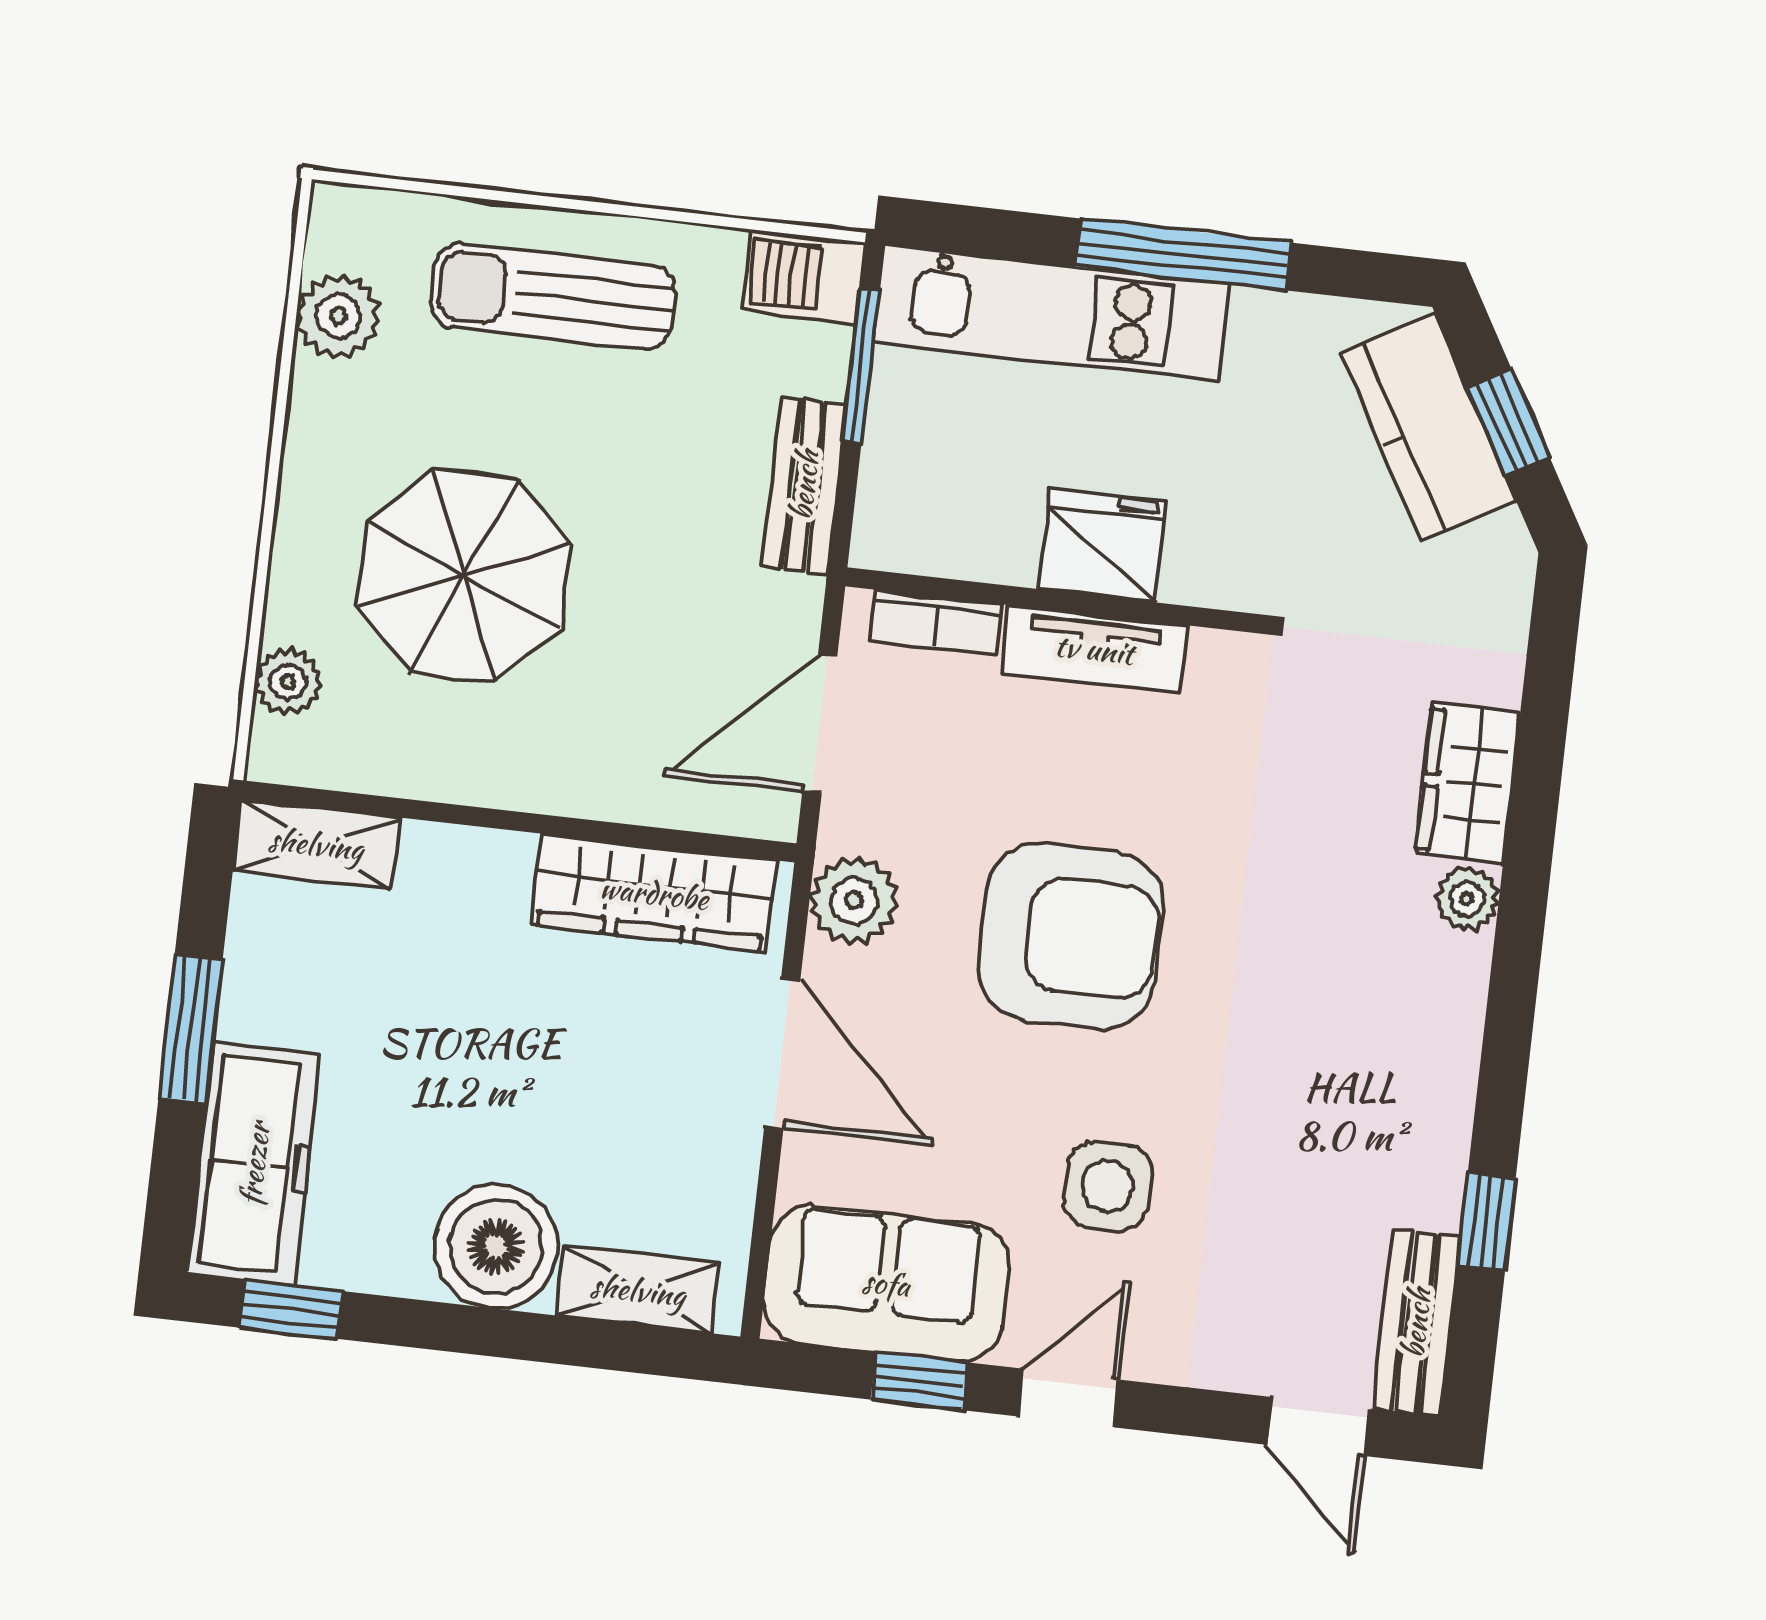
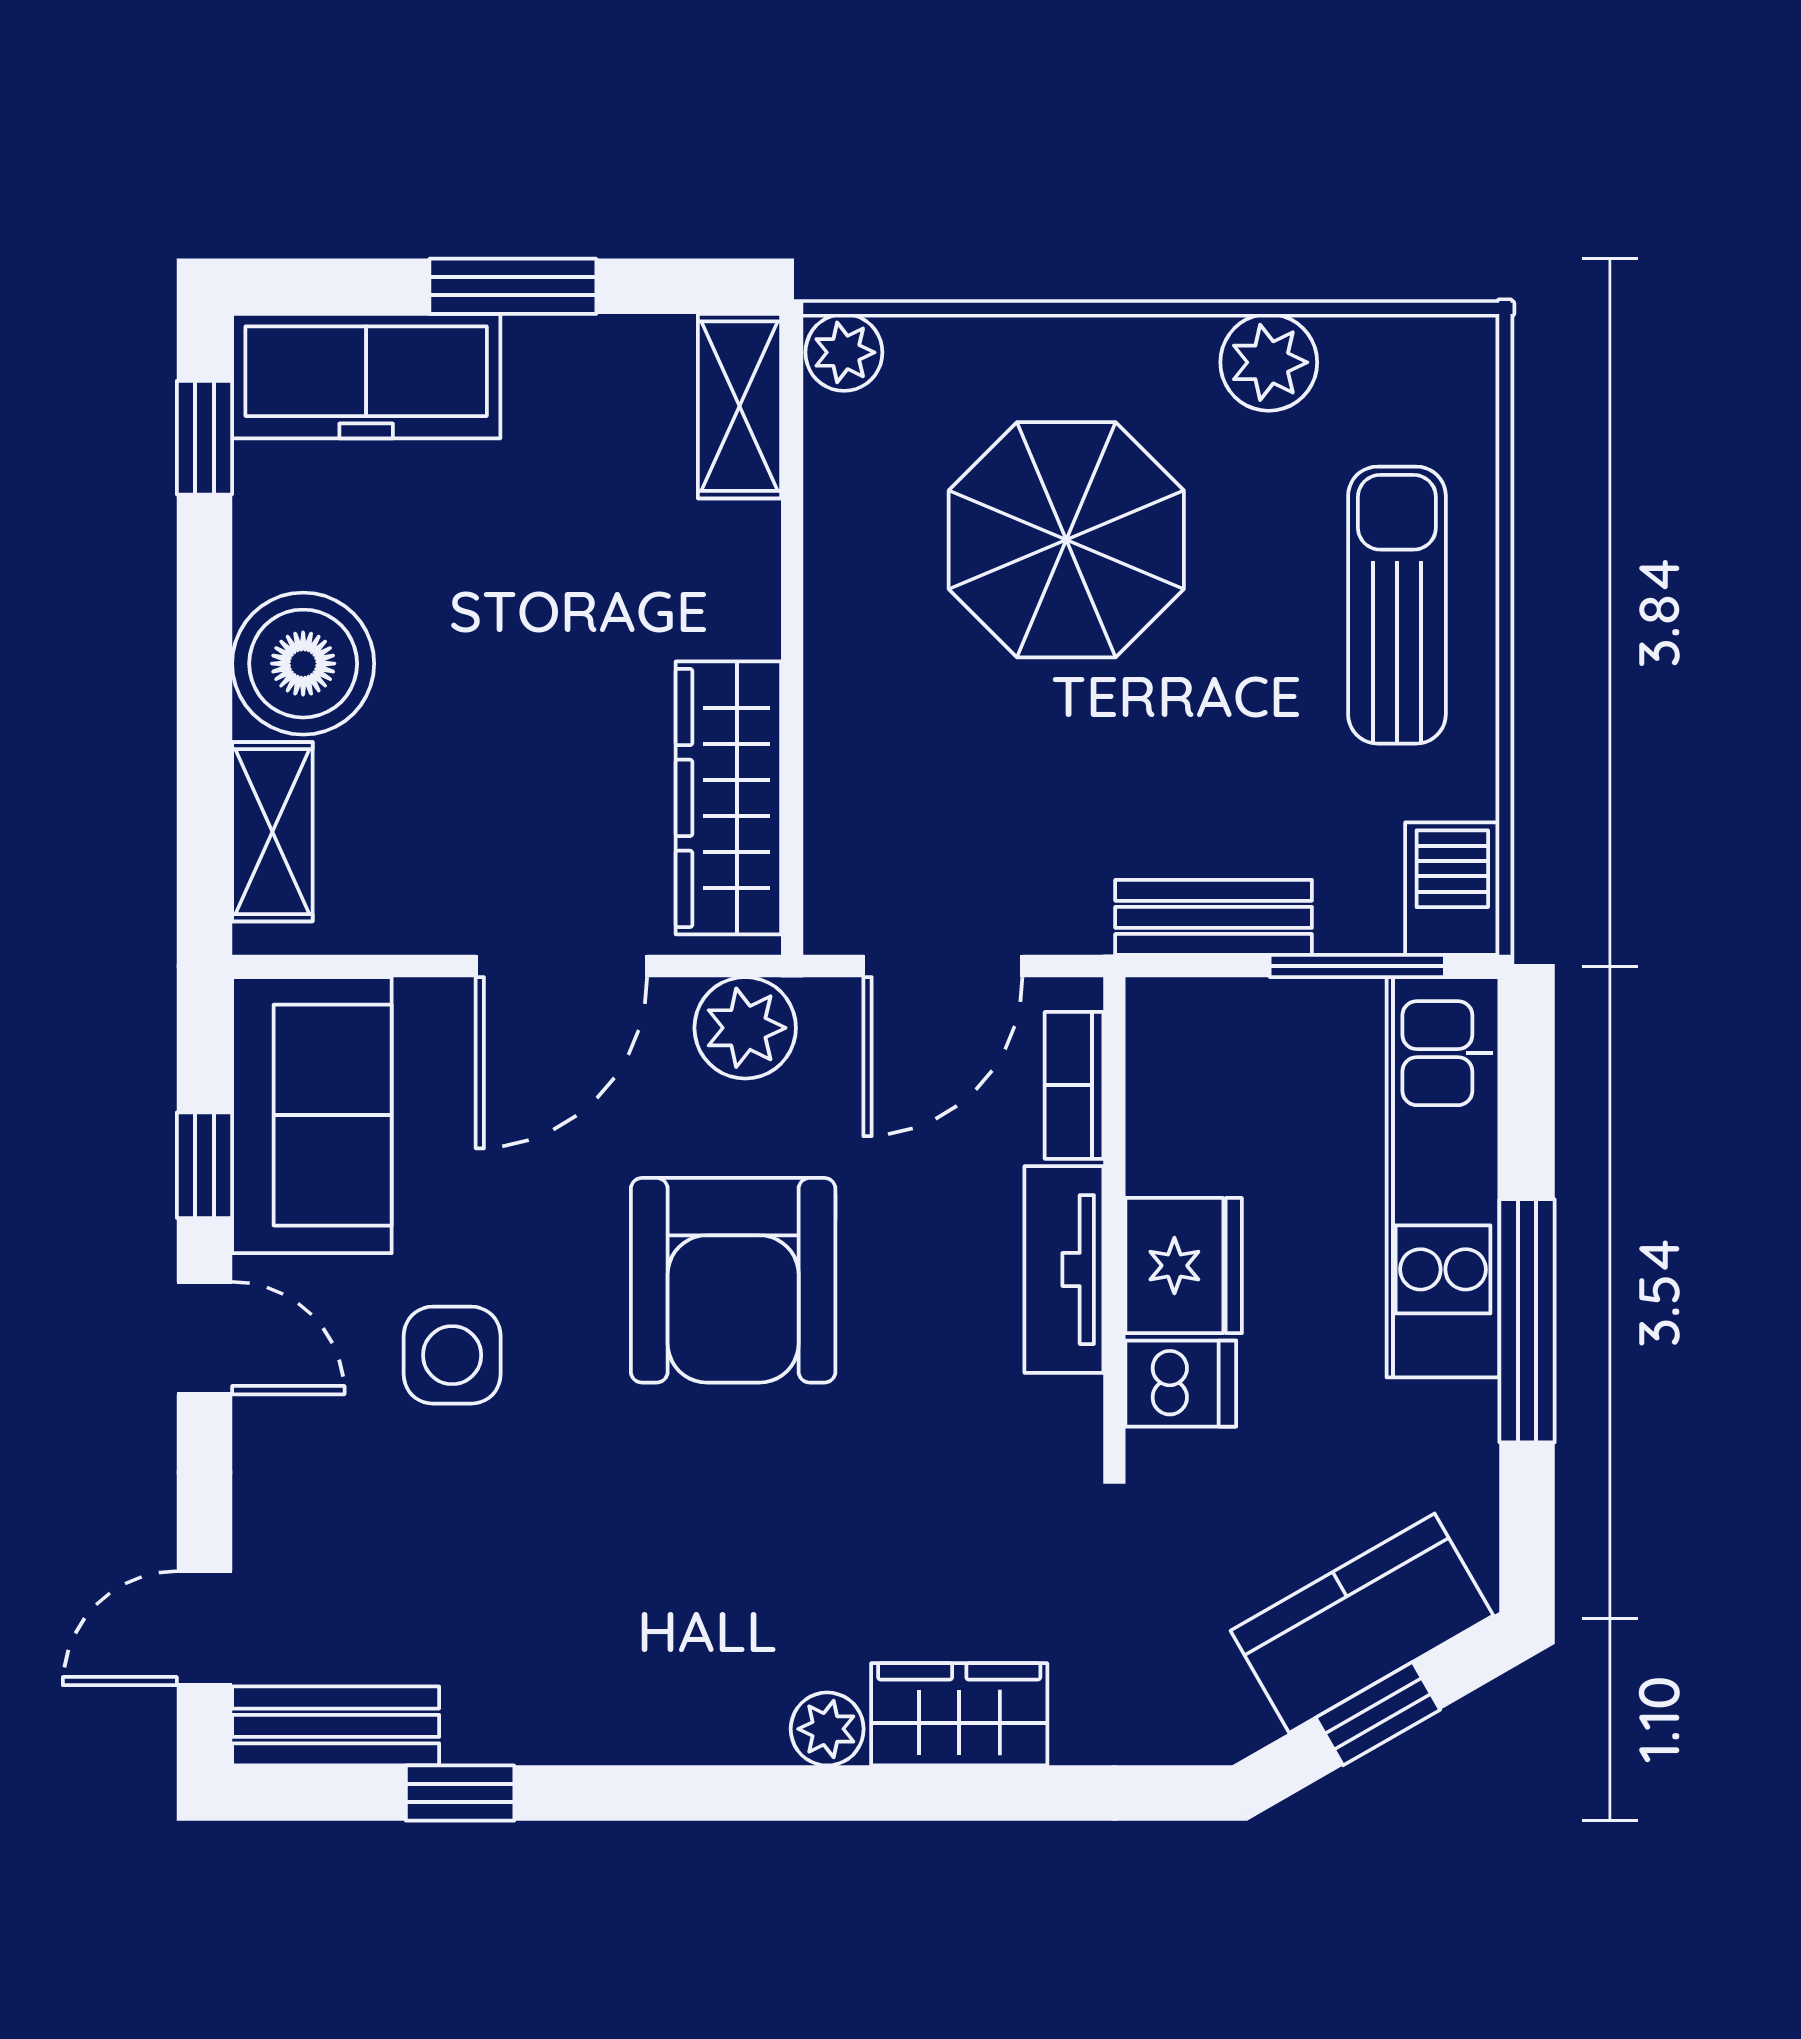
plant: (338, 316) -> (1269, 362), moved
dishwasher: (1204, 559) -> (1181, 1384), added
plant: (288, 682) -> (844, 352), moved
door: (820, 724) -> (943, 966), swing flipped

